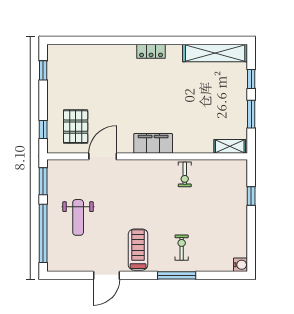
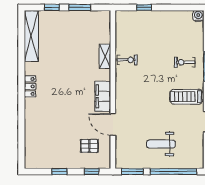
window: (43, 70) -> (60, 172), moved
pallet: (76, 127) -> (89, 146), width x0.67, depth x0.71
filing cabinet: (153, 143) -> (103, 96), moved
shelving: (230, 146) -> (105, 56), moved
weight bench: (78, 217) -> (161, 144), turned 180

